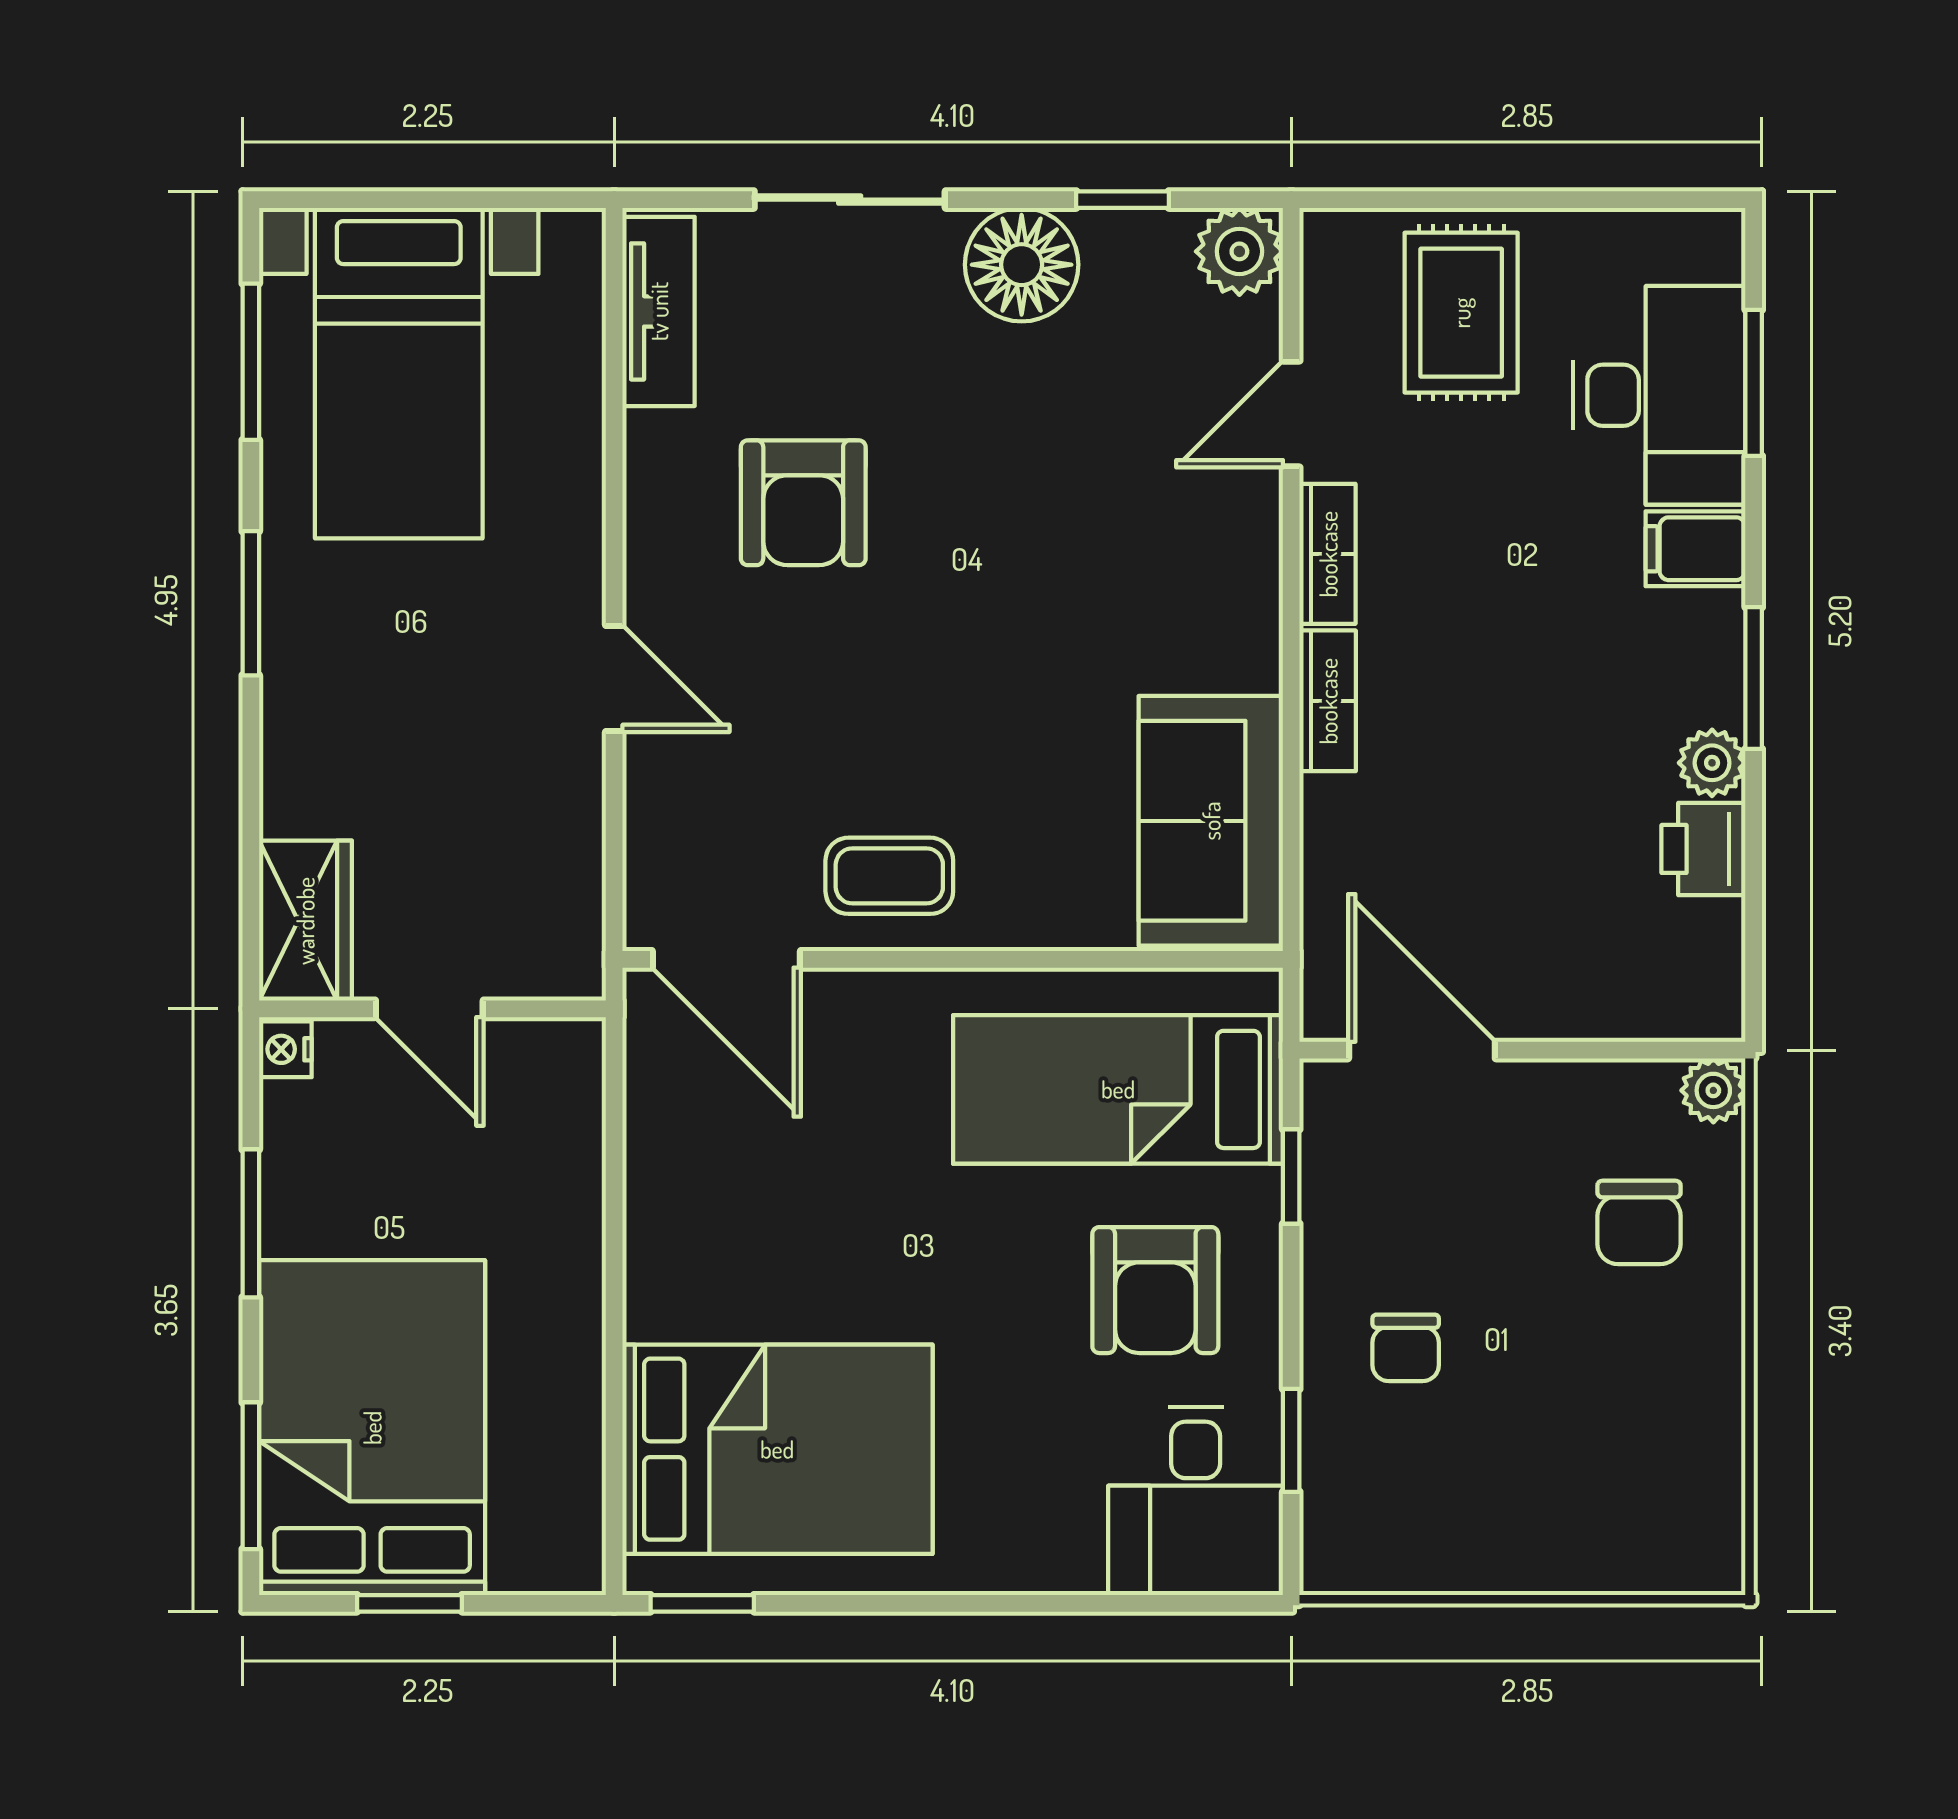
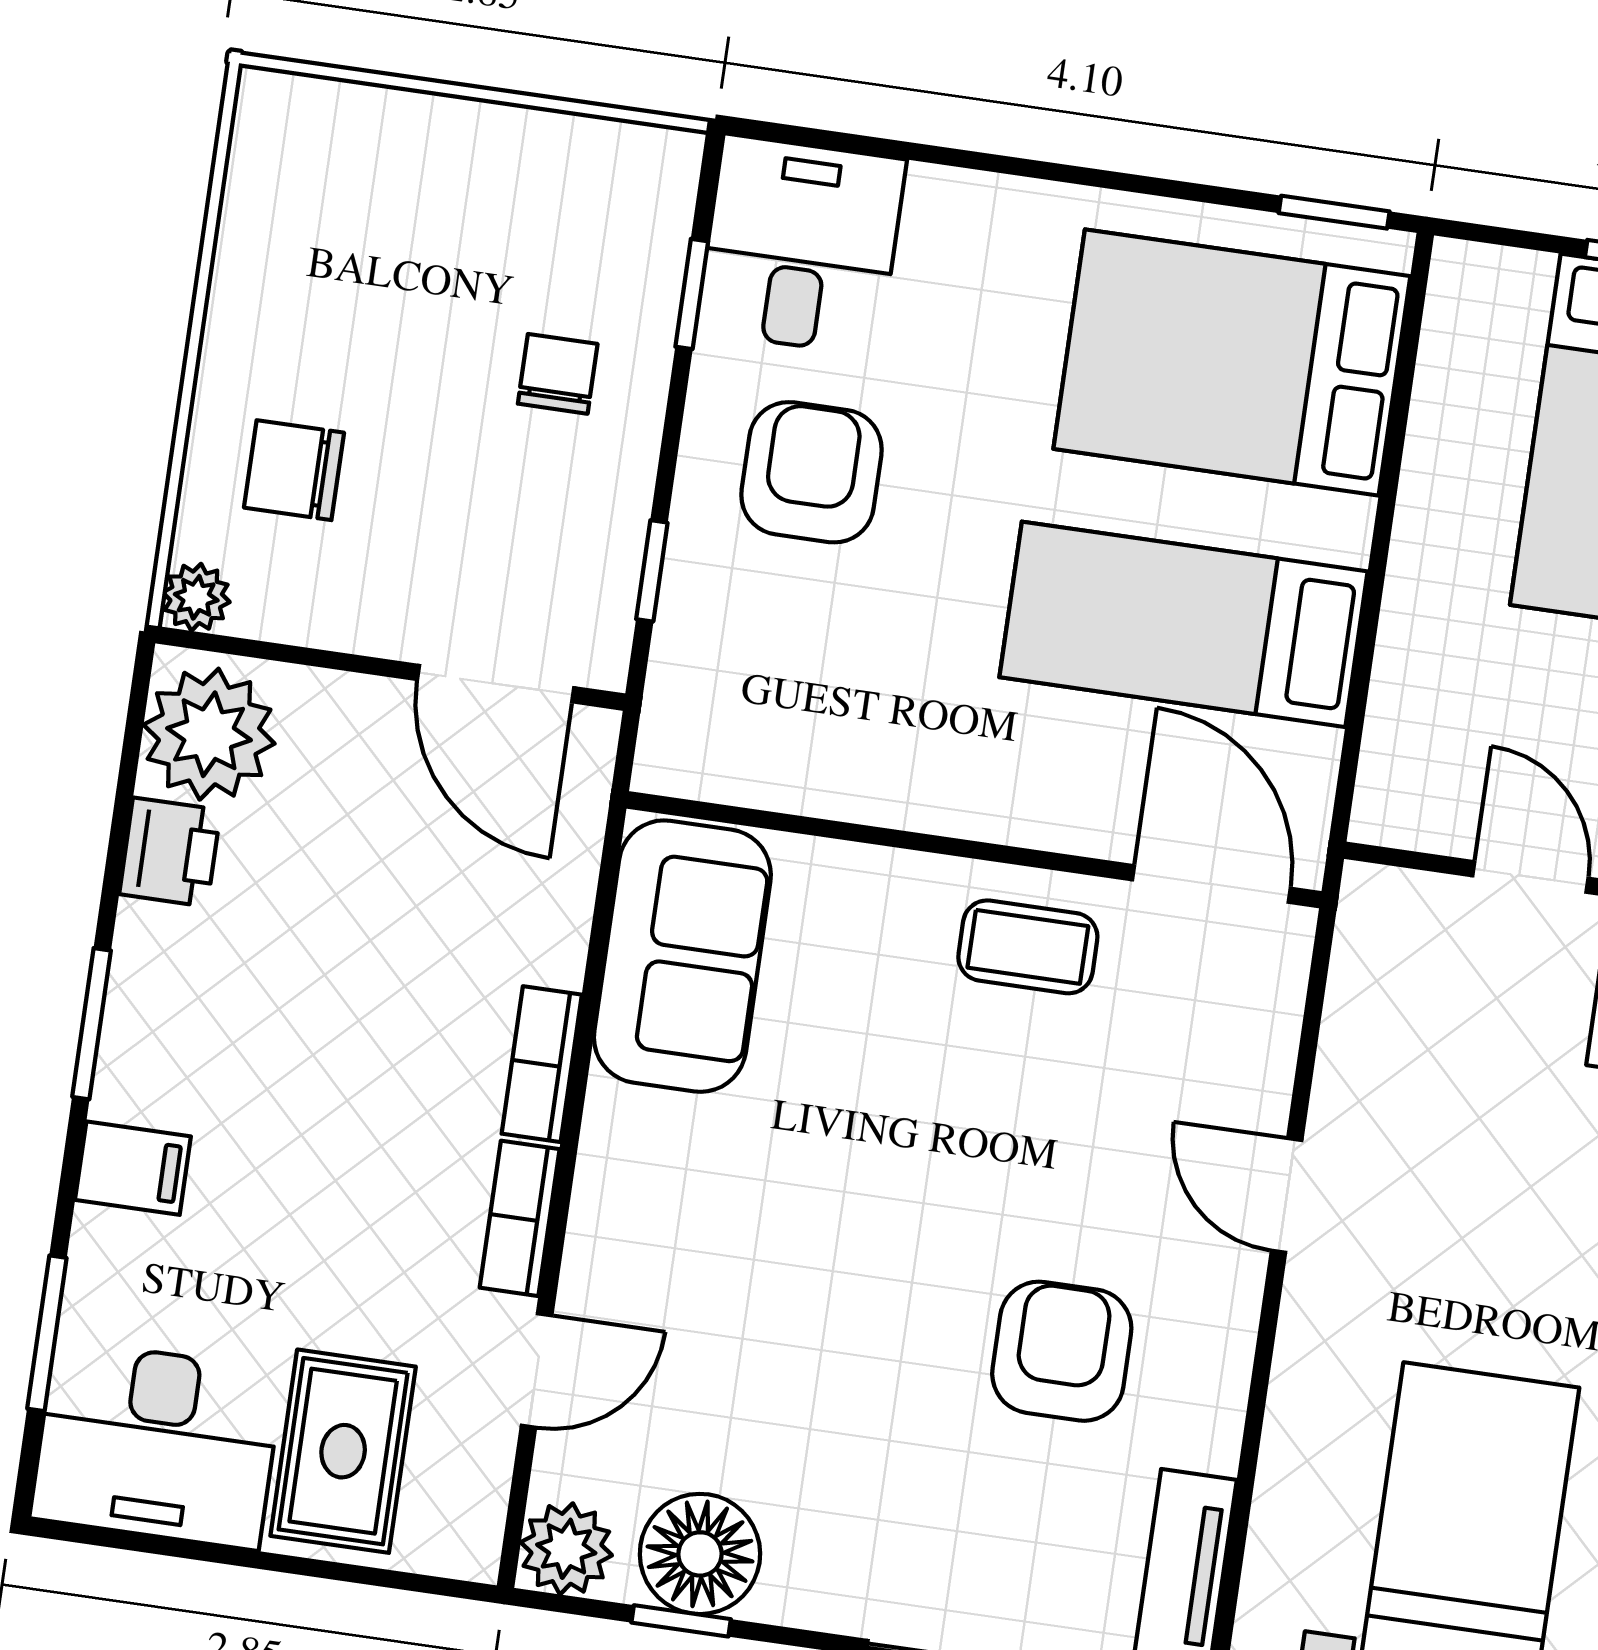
floor lamp: (1022, 265) -> (700, 1554), moved
desk: (1659, 395) -> (157, 1444), moved, turned -90
plant: (1712, 763) -> (209, 734), moved, width x1.88, depth x1.88
bed: (1118, 1089) -> (1184, 624), moved, turned 180
chair: (1639, 1222) -> (294, 470), turned -90

